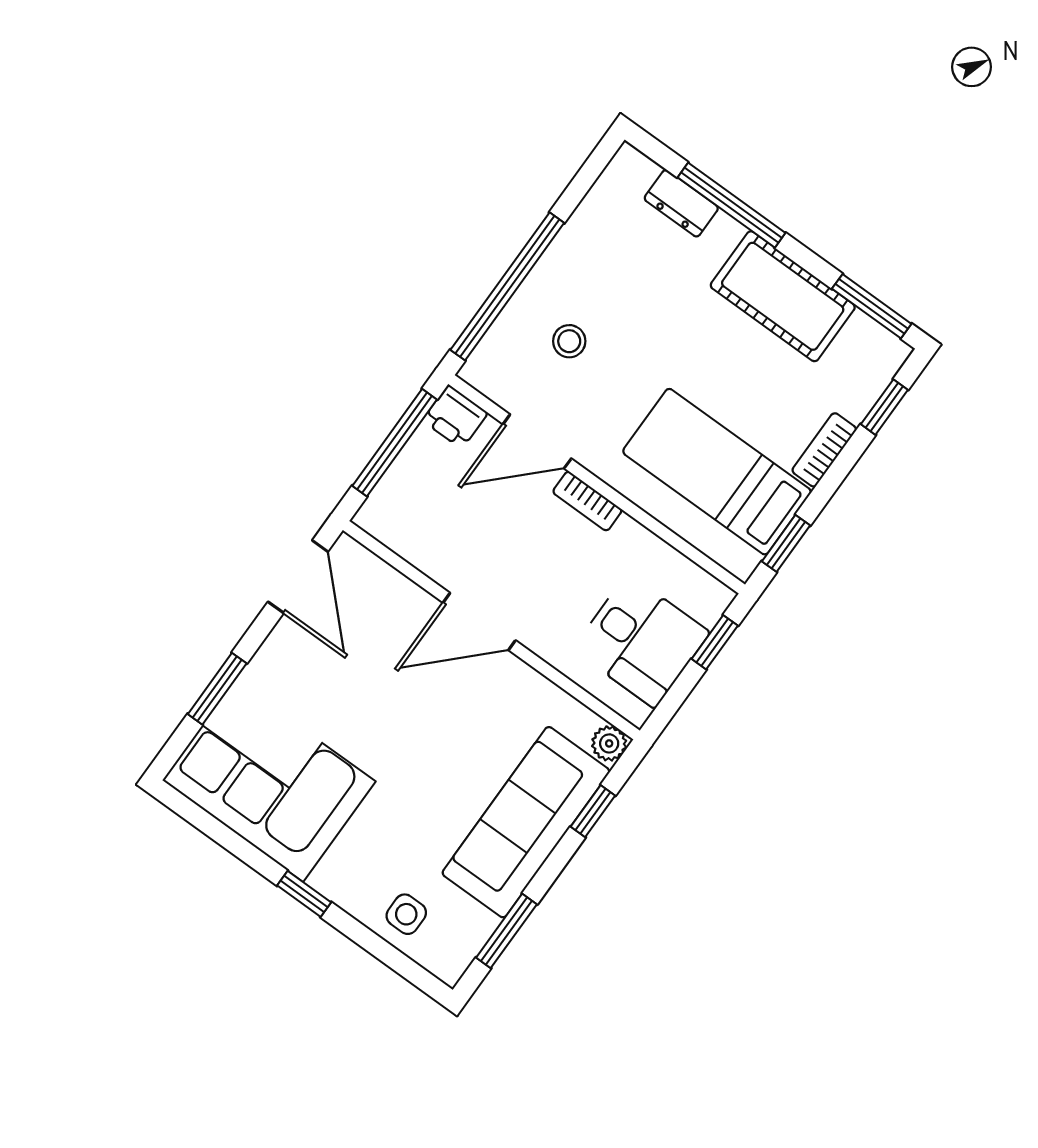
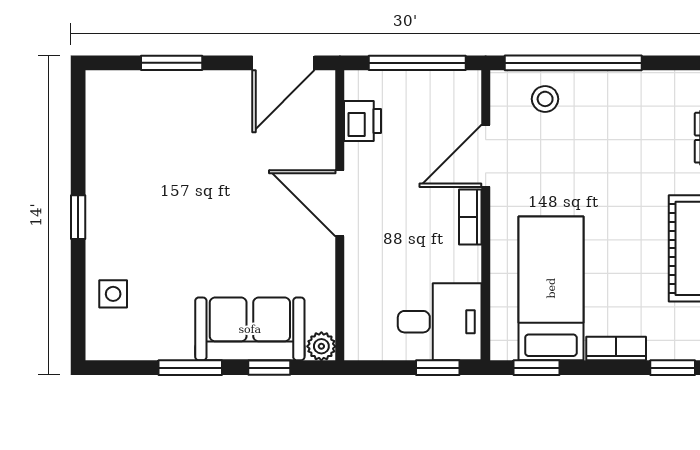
stool: (569, 341) -> (545, 99), moved
printer: (455, 417) -> (363, 121), moved, turned 180
door: (537, 441) -> (486, 156), hinge flipped
desk: (641, 641) -> (440, 322), moved, turned -90
corner sofa: (269, 781) -> (136, 141), removed
sofa: (526, 822) -> (250, 329), width x0.73
window: (506, 931) -> (190, 368), moved

